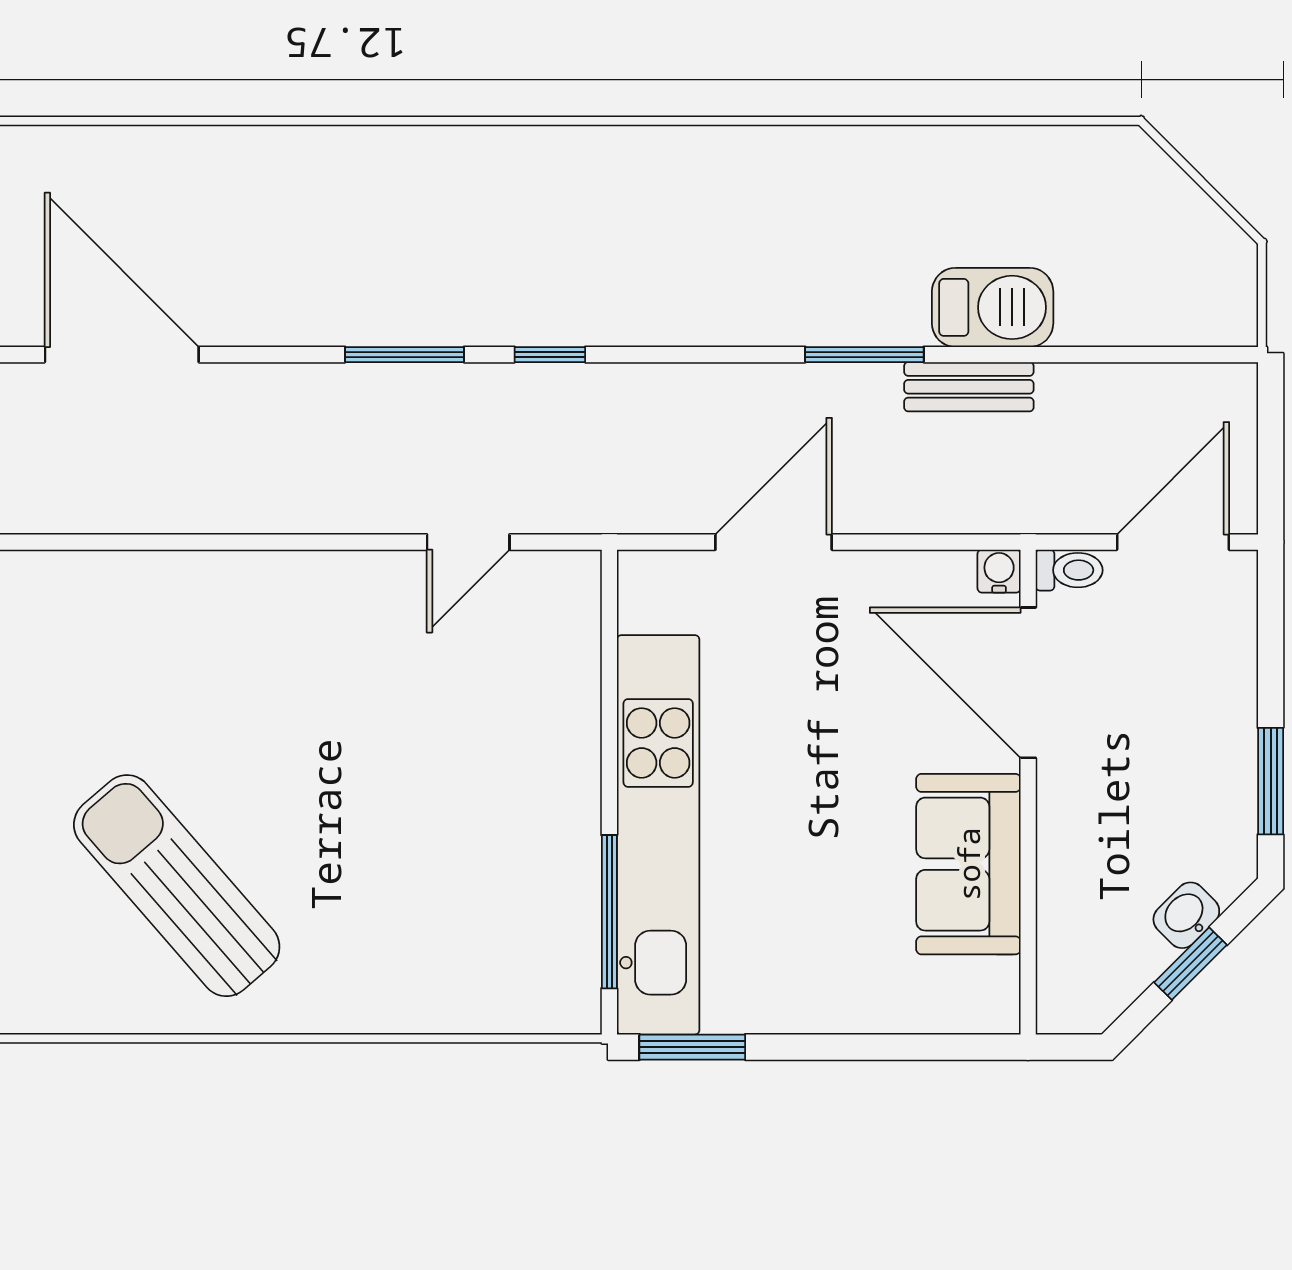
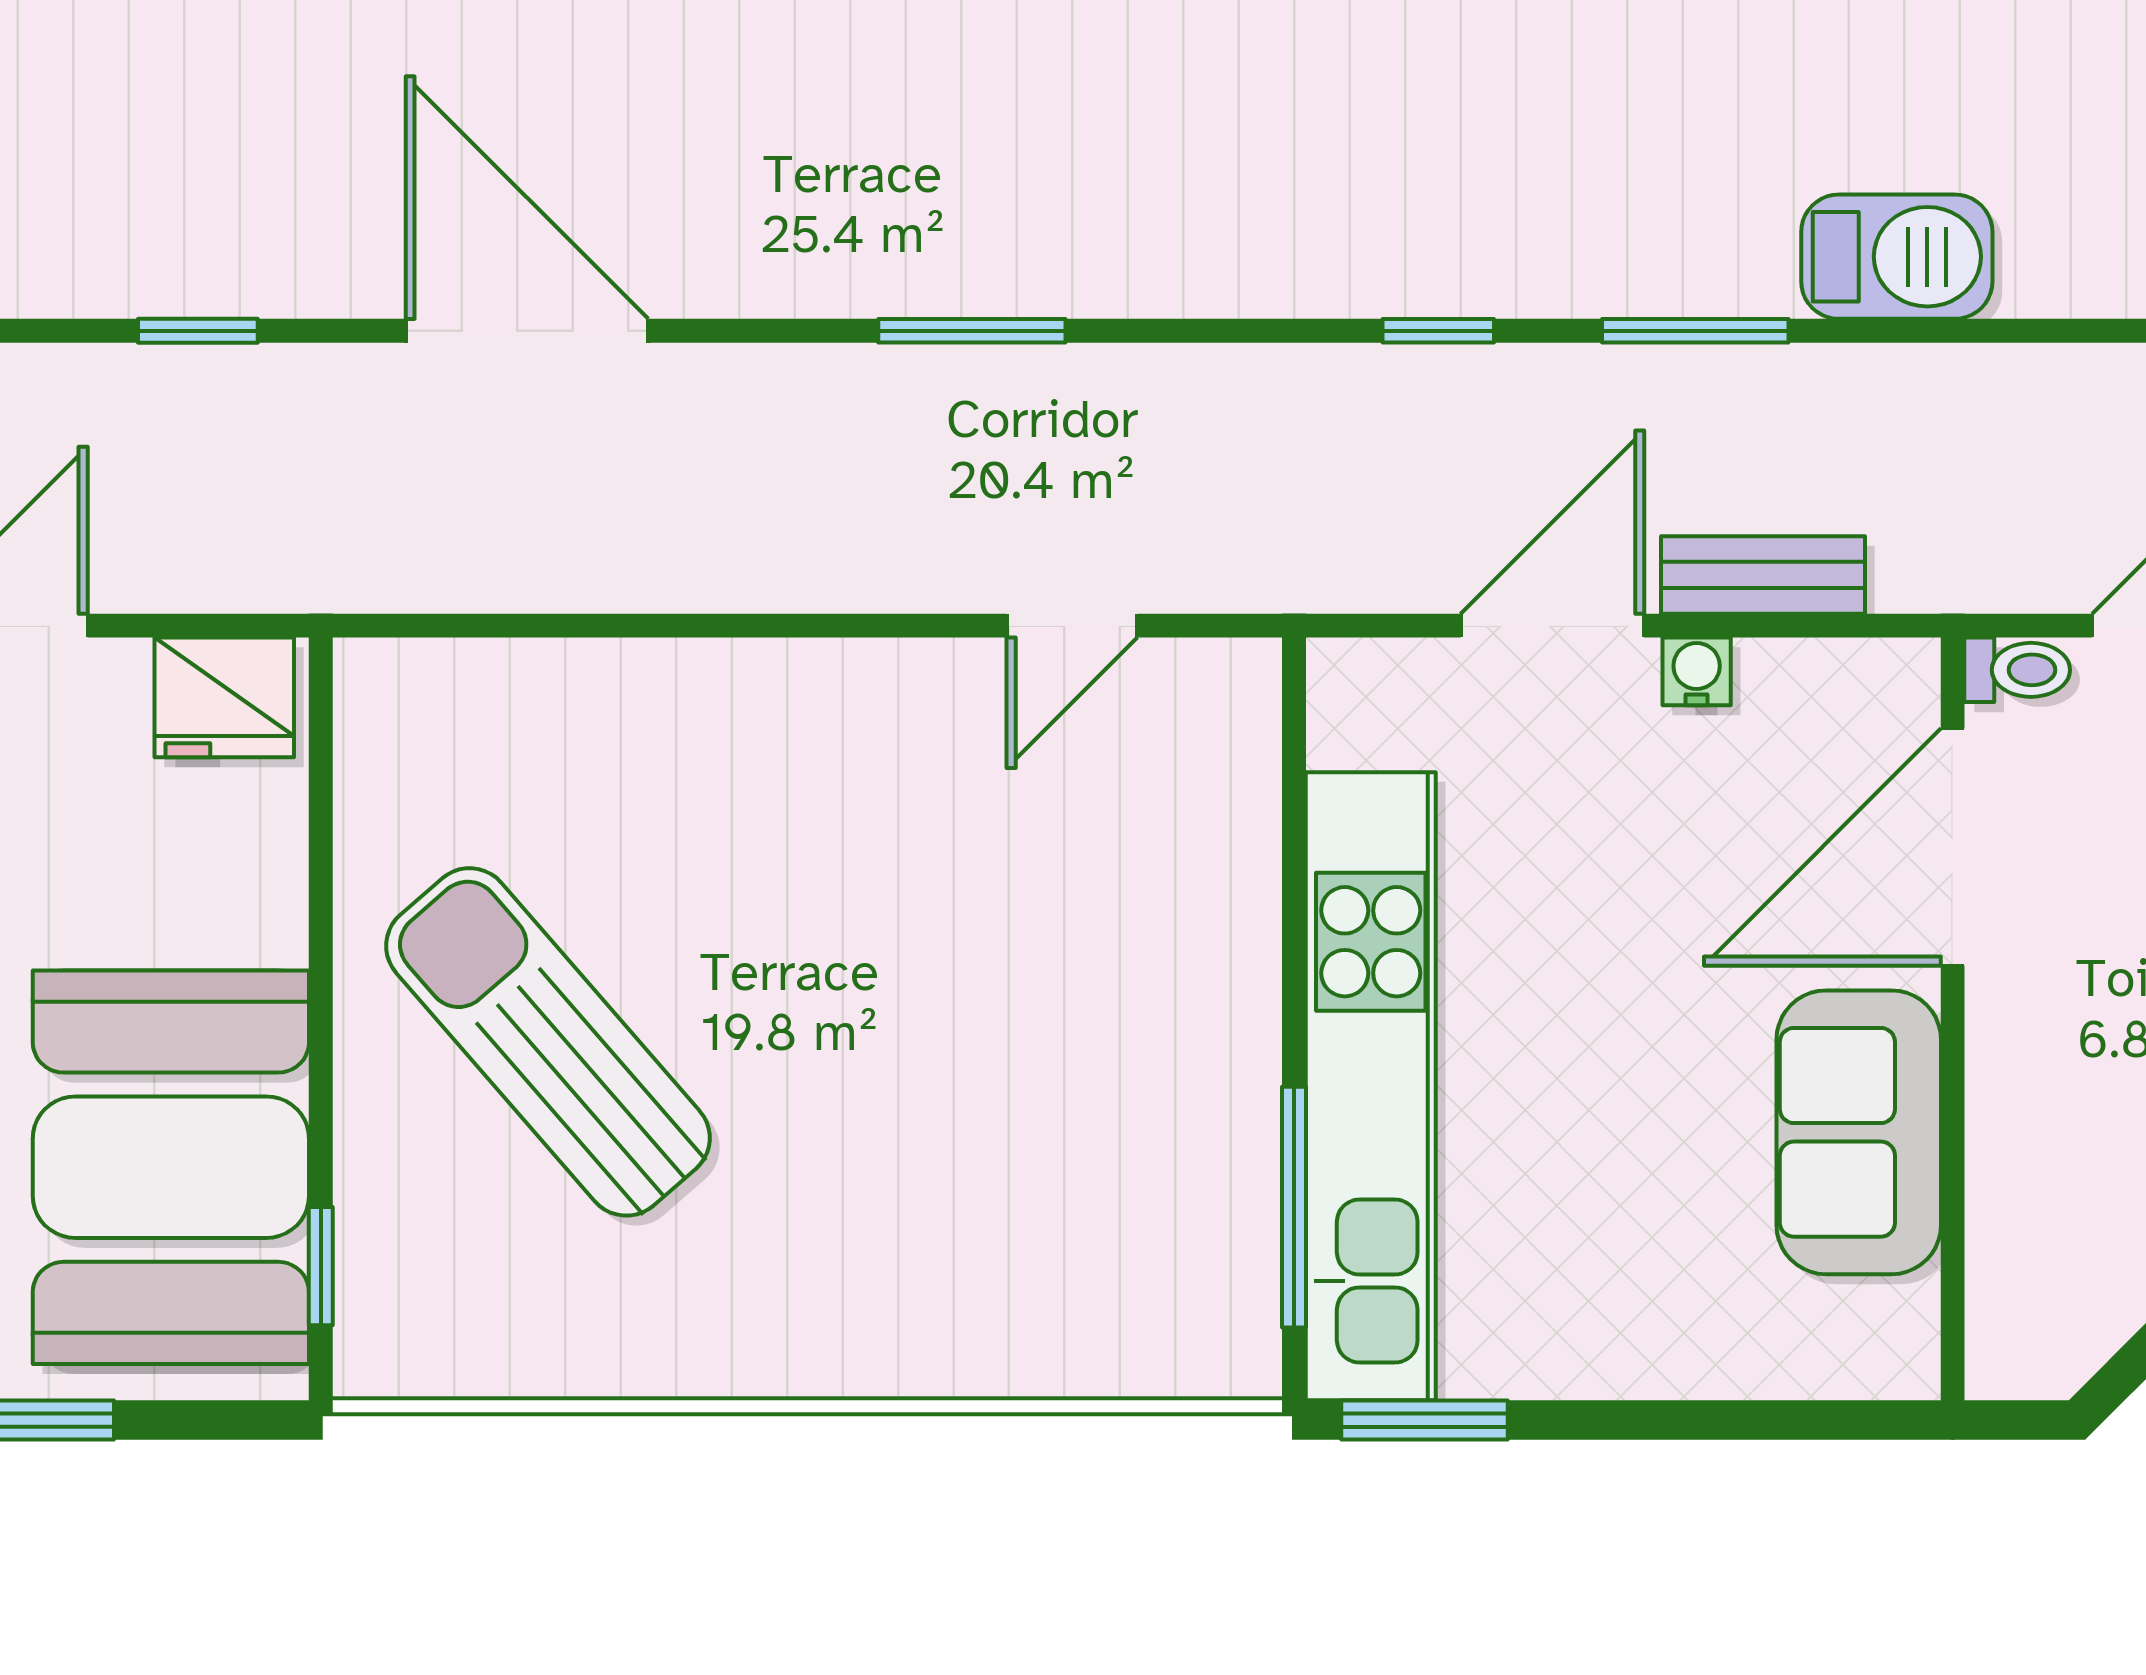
window: (550, 355) -> (1438, 331), moved
bench: (969, 387) -> (1763, 575), moved
water cooler: (999, 571) -> (1697, 671), moved
door: (1028, 683) -> (1953, 847), hinge flipped
sun lounger: (177, 886) -> (548, 1042), moved

